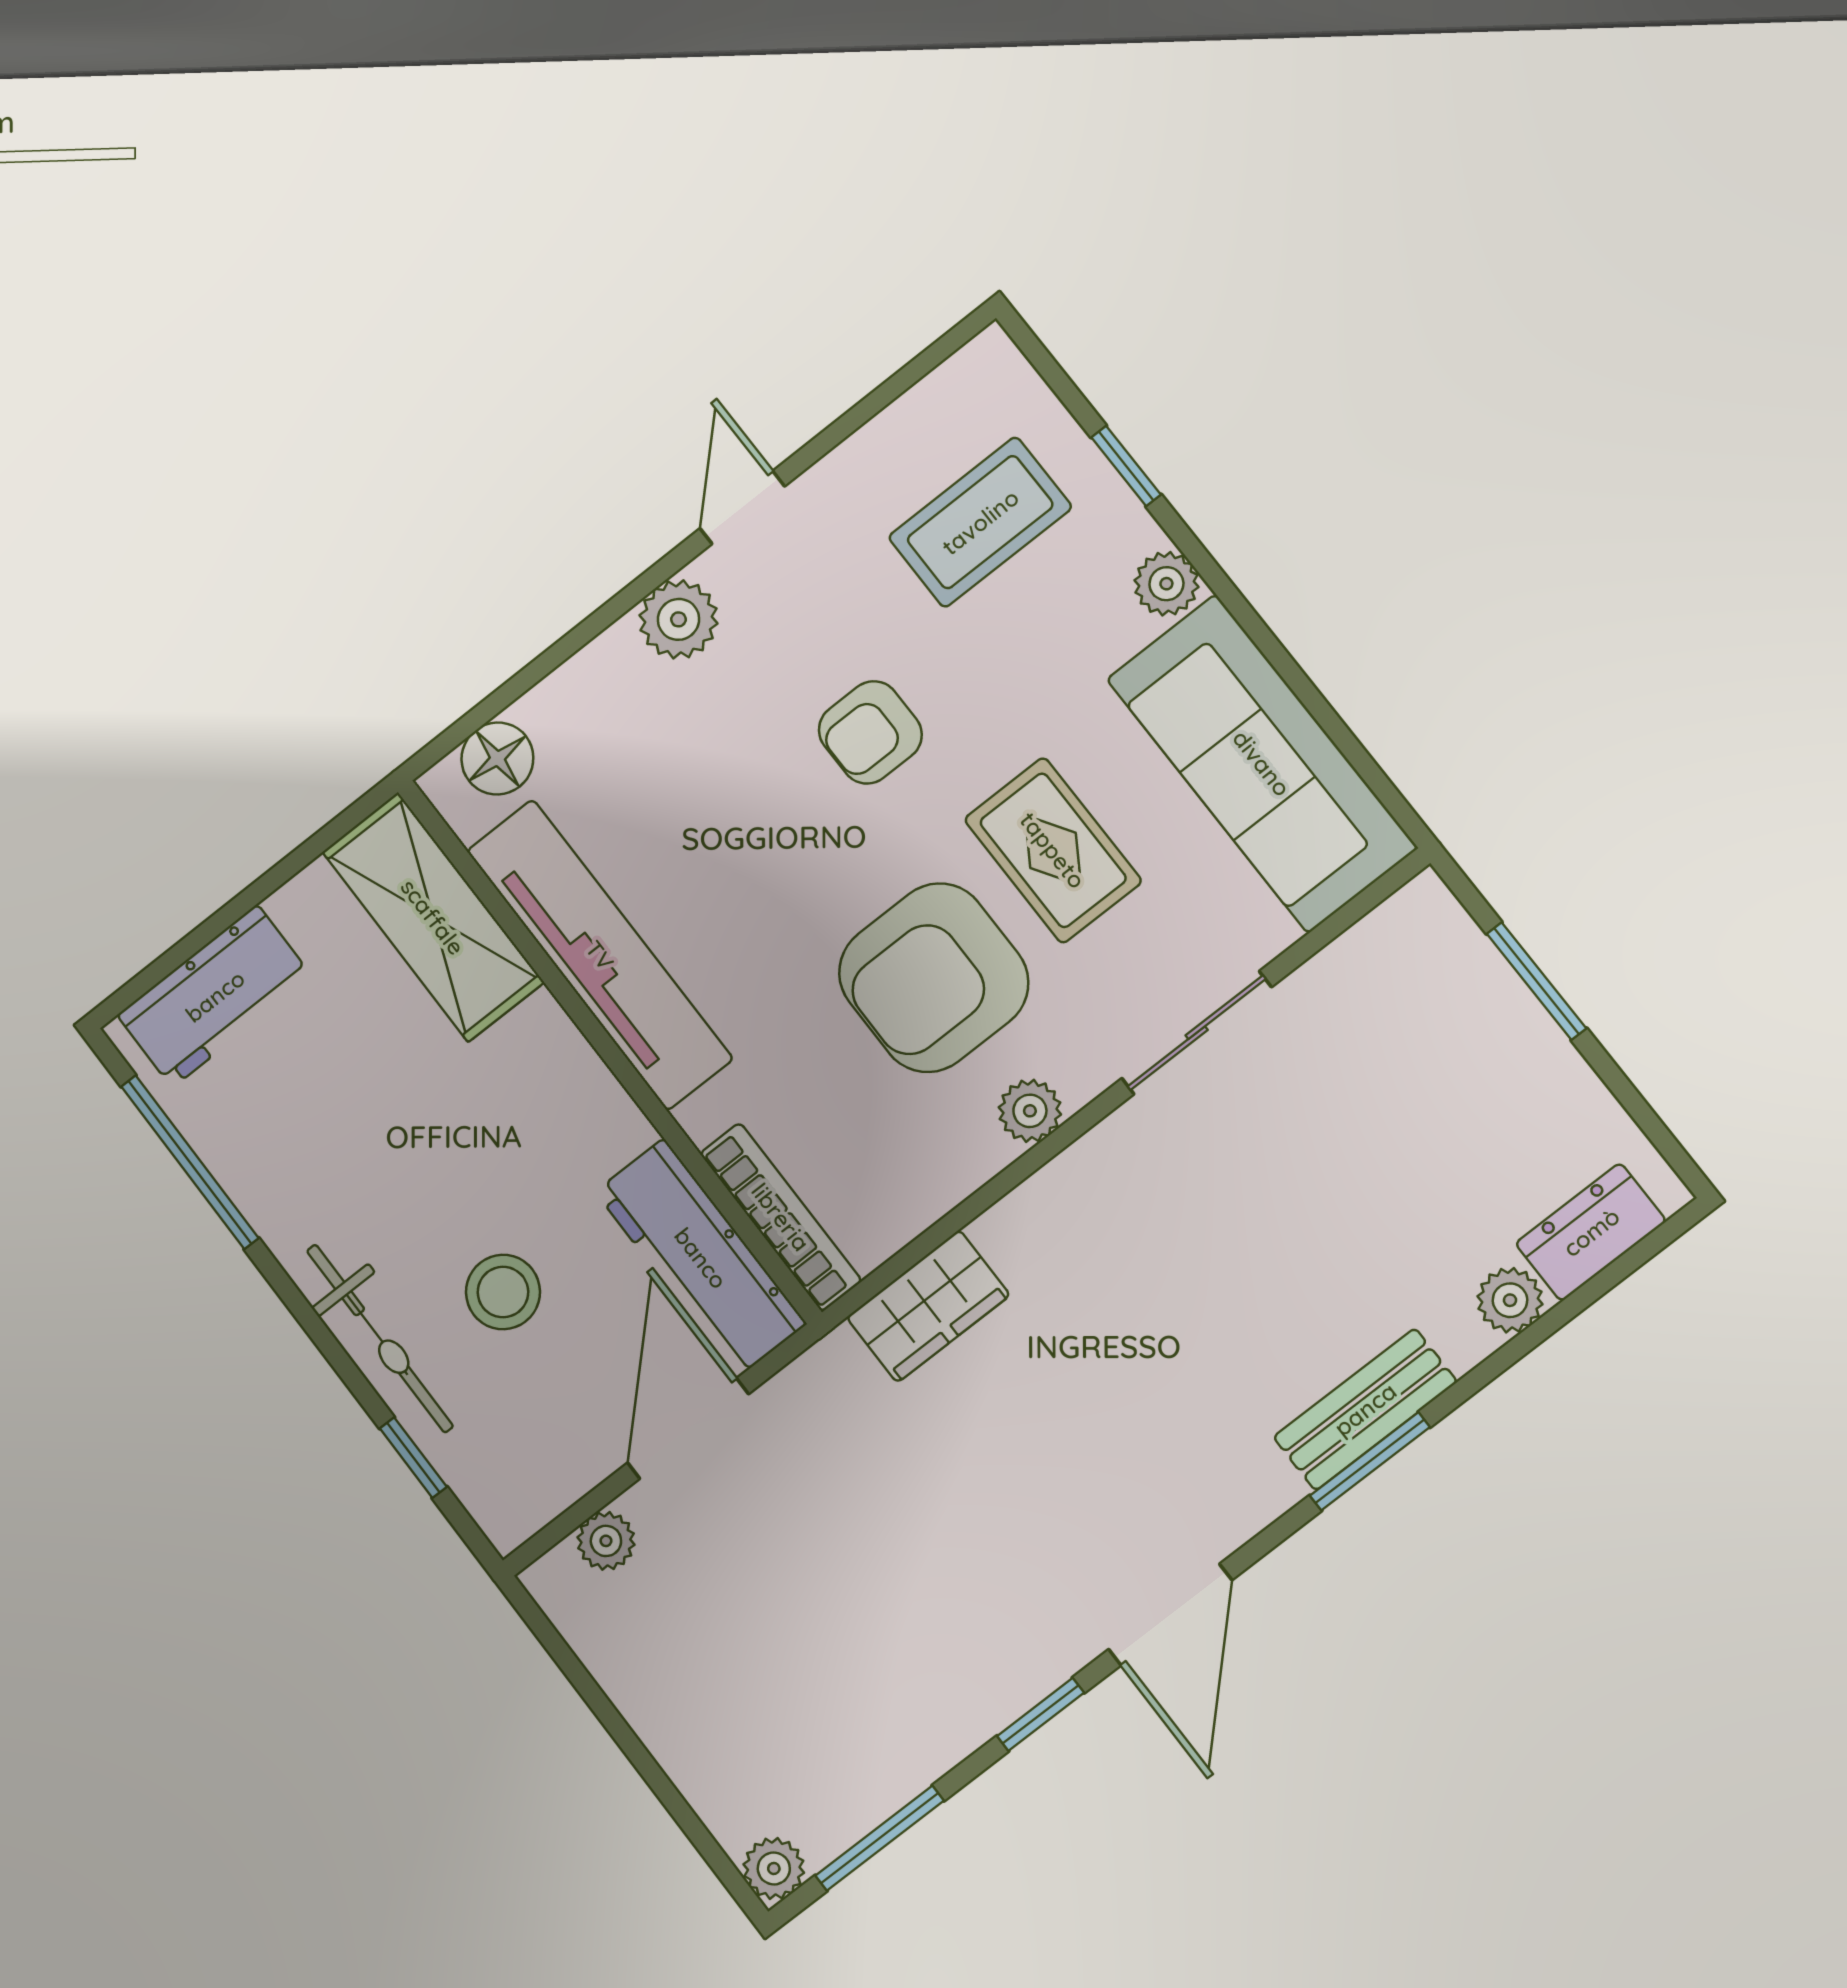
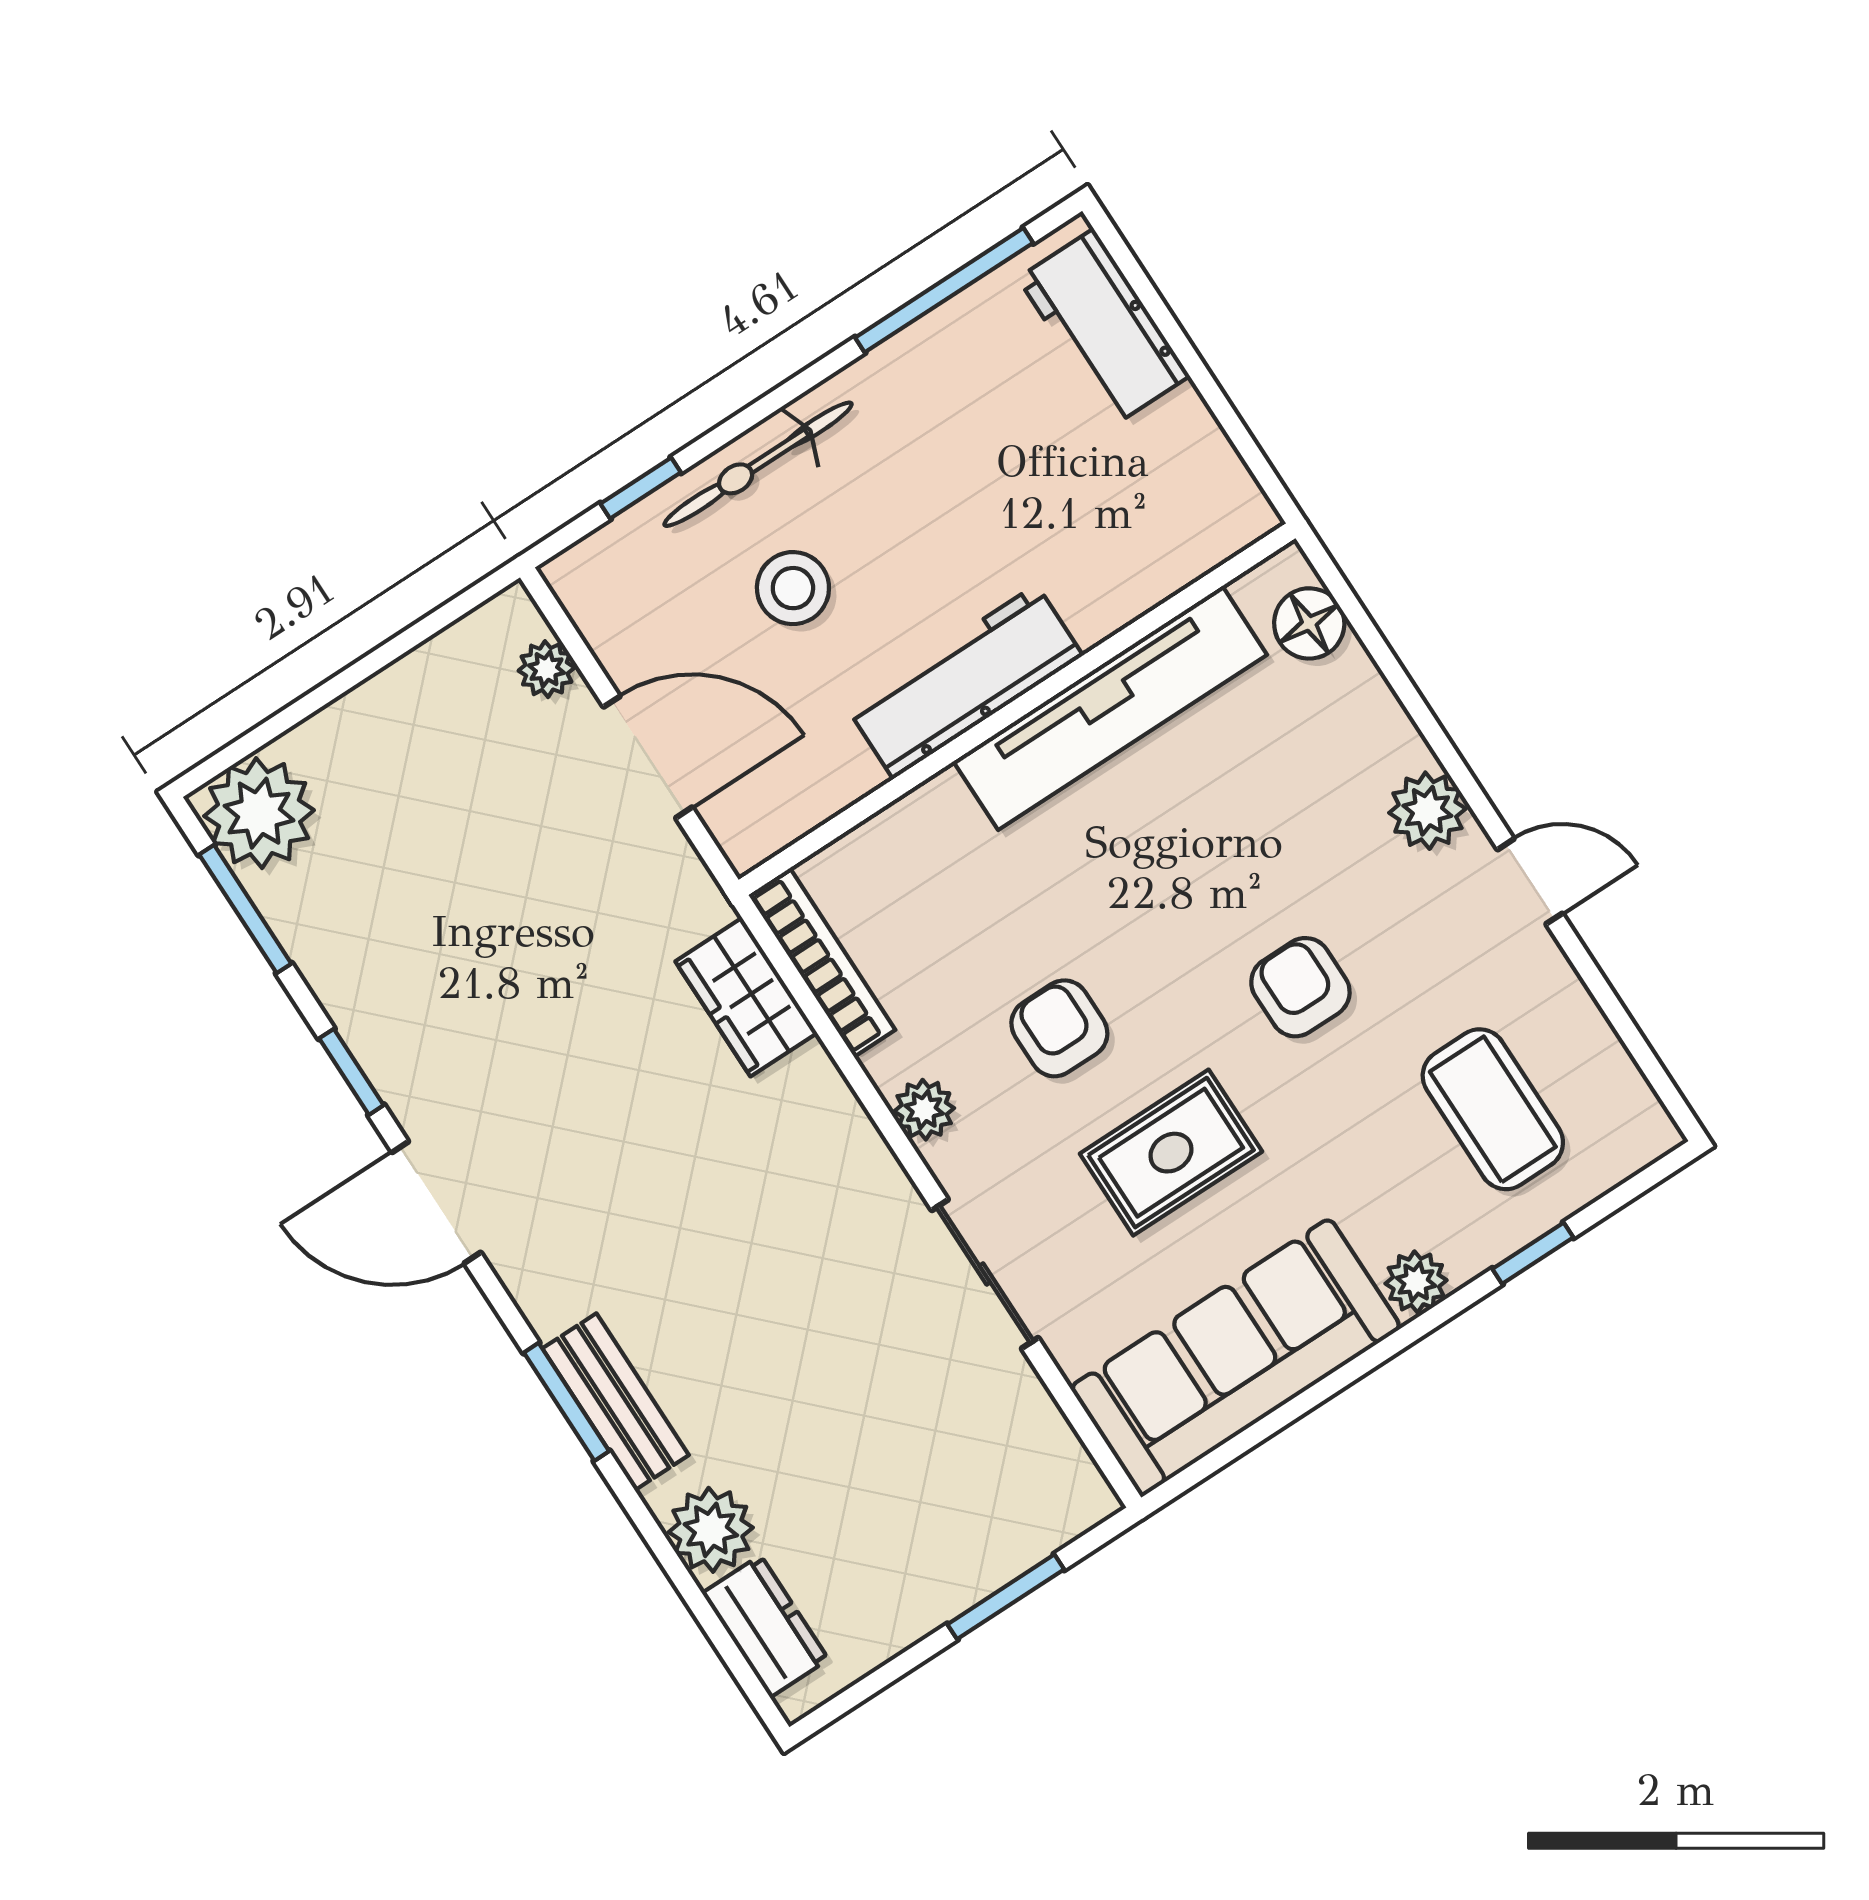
shelving: (433, 917) -> (1161, 548), removed
armchair: (934, 978) -> (1059, 1028), width x0.53, depth x0.53
bookcase: (781, 1217) -> (822, 962), moved, turned -90
workbench: (701, 1258) -> (965, 682), moved
plant: (1510, 1300) -> (711, 1530), width x1.38, depth x1.38
plant: (774, 1868) -> (259, 813), width x1.87, depth x1.87

